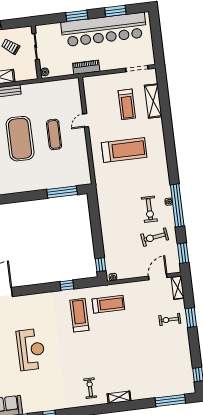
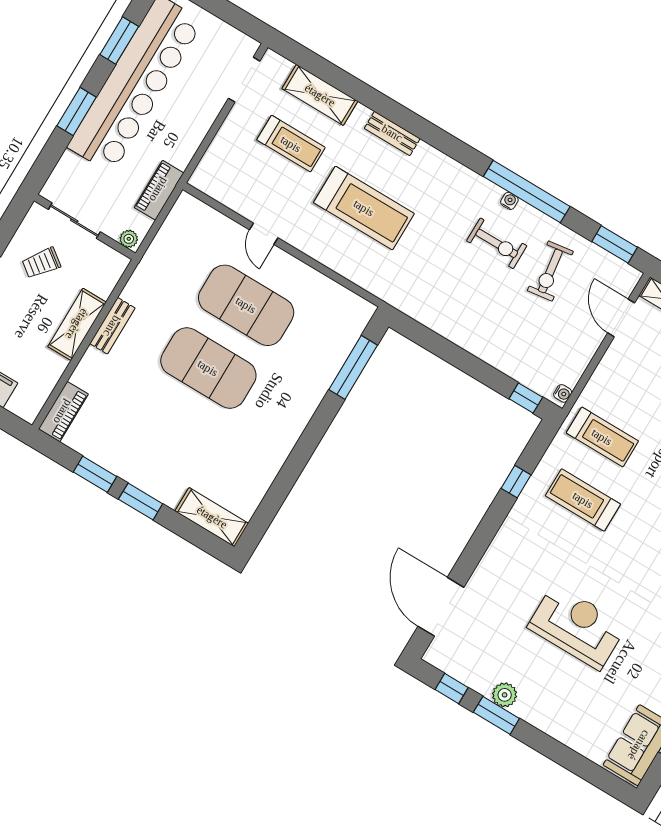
piano: (86, 67) -> (159, 190), moved
exercise mat: (54, 134) -> (246, 305), width x2.00, depth x1.45
bench: (160, 139) -> (392, 133), added
treadmill: (124, 150) -> (364, 208), turned 90
treadmill: (108, 304) -> (602, 437), turned 90

